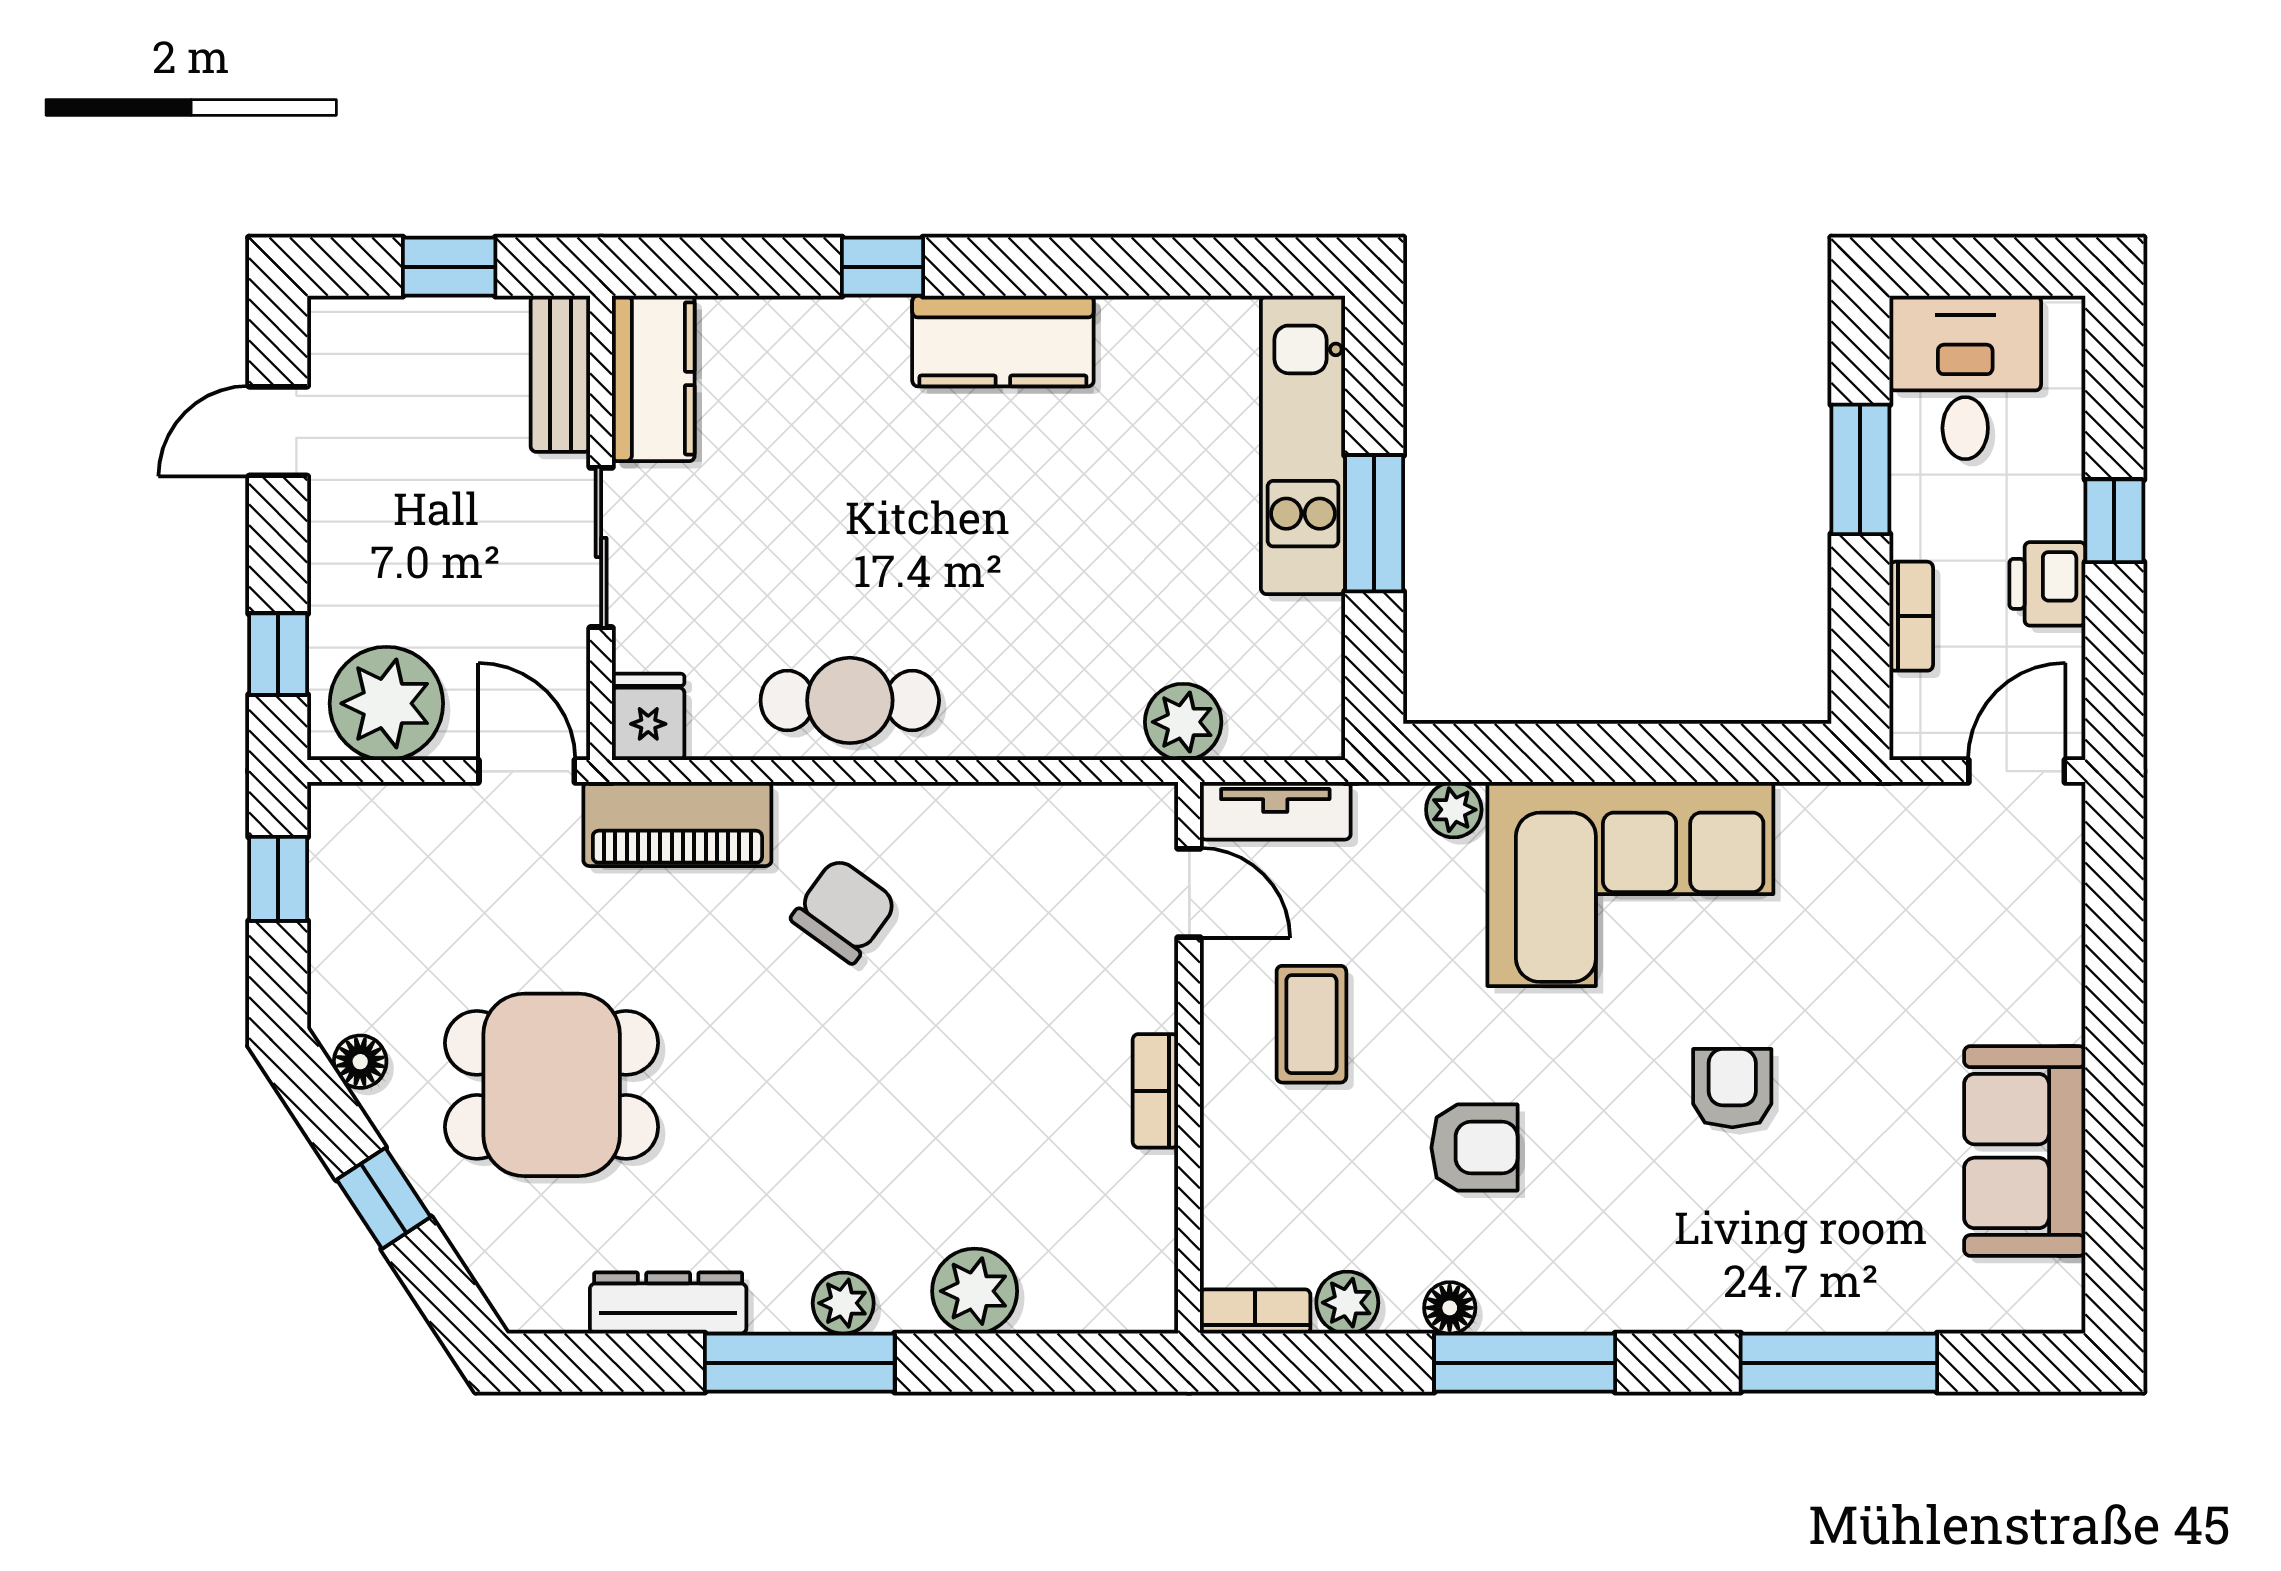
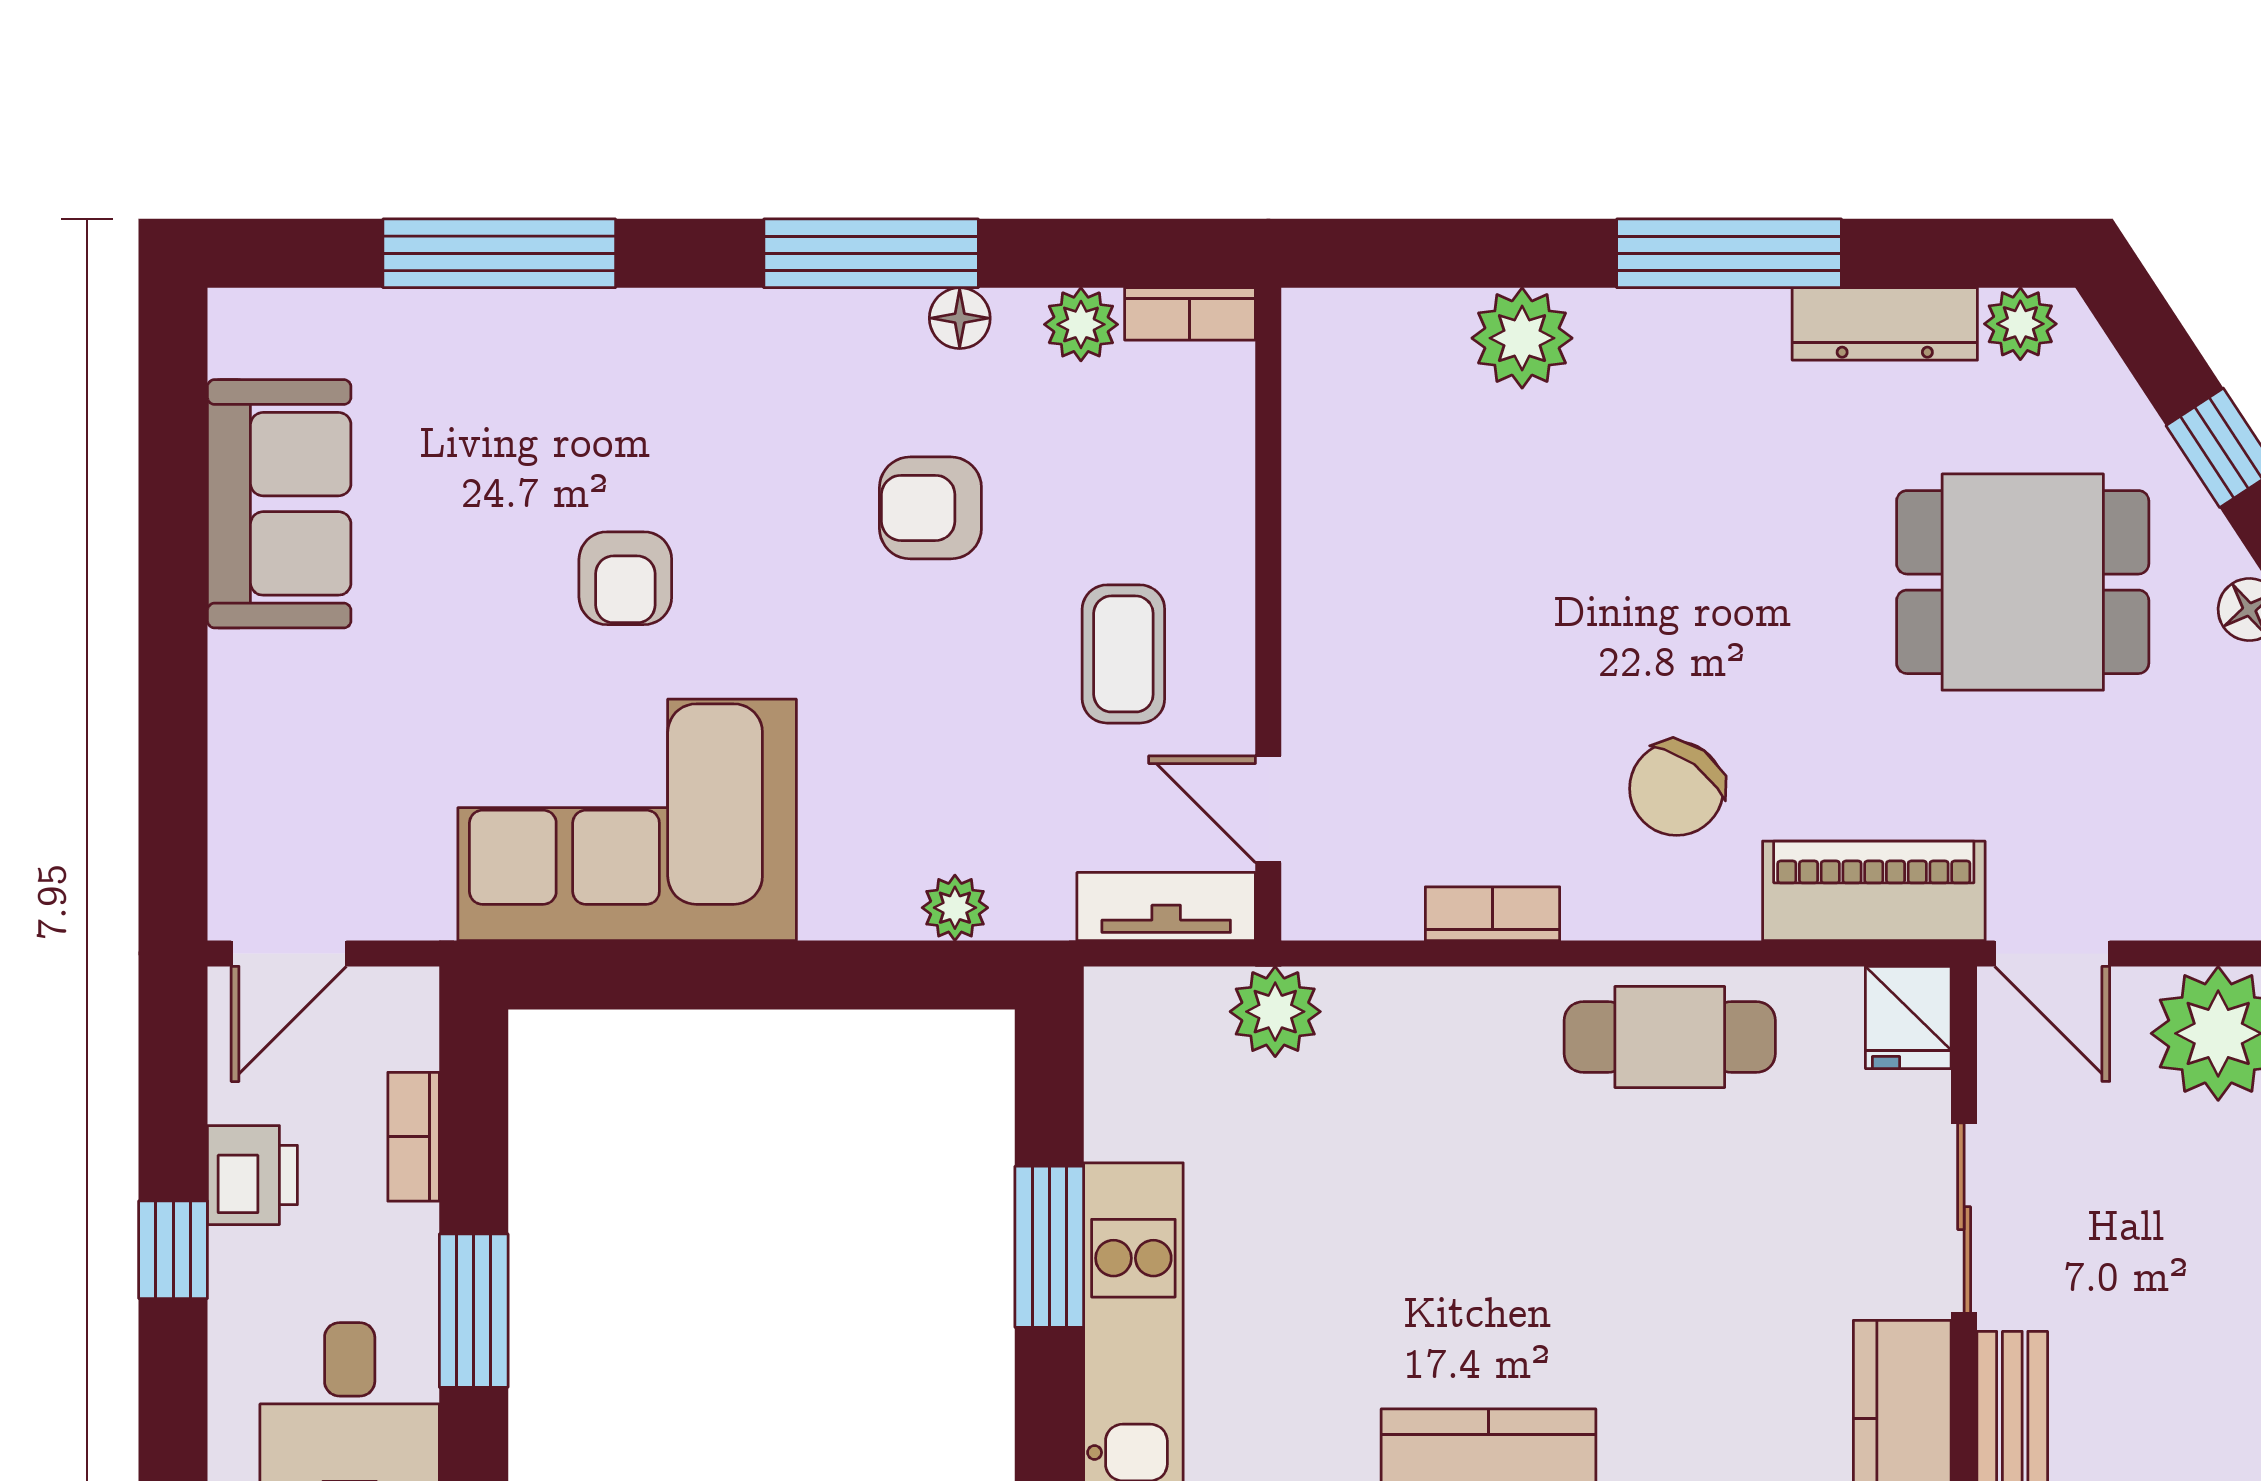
corner sofa: (1630, 884) -> (627, 820), moved
bookcase: (1155, 1091) -> (1492, 914), moved, turned -90
plant: (843, 1303) -> (2020, 324), moved

